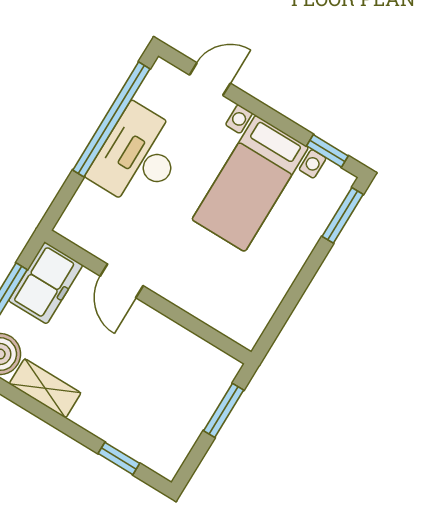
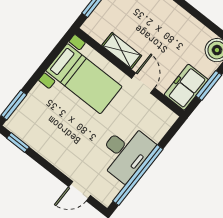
bed with nightstands: (250, 183) -> (84, 79), moved, turned 90
shelving: (45, 388) -> (122, 51), moved

